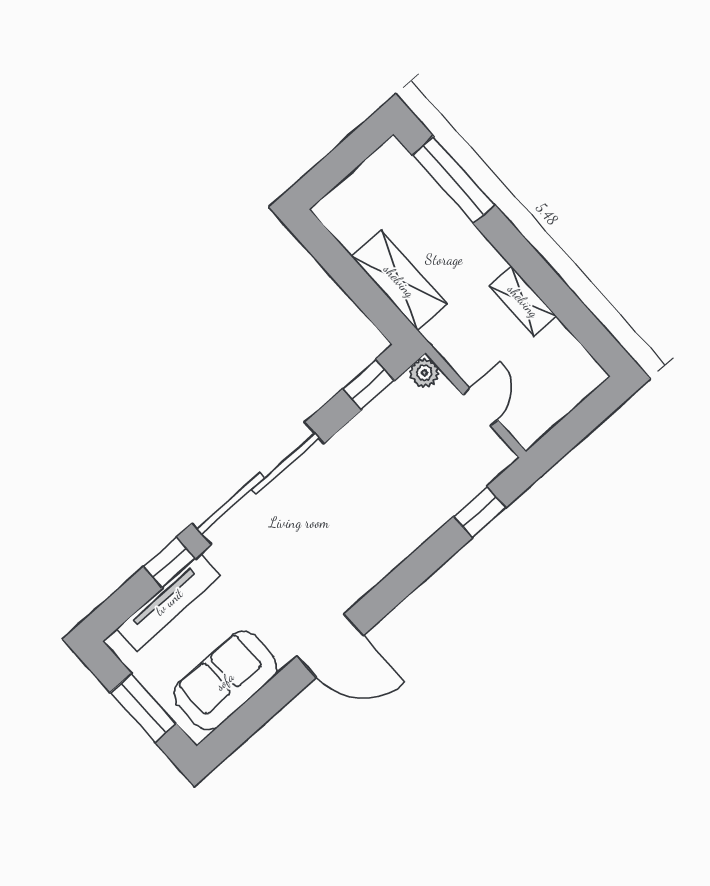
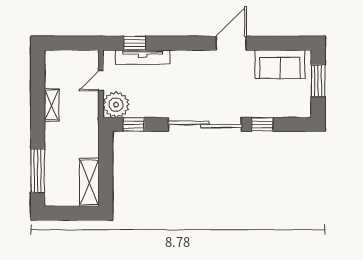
shelving: (399, 281) -> (89, 182), moved
plant: (424, 373) -> (116, 105), width x1.88, depth x1.88
tv unit: (169, 602) -> (143, 57), moved, turned 180
door: (330, 646) -> (231, 43), hinge flipped

